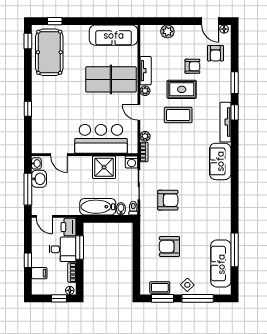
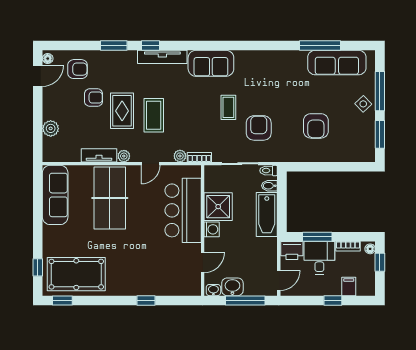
armchair: (192, 66) -> (94, 98), turned 90
washing machine: (132, 162) -> (212, 229), moved
coffee table: (160, 288) -> (228, 107), moved

